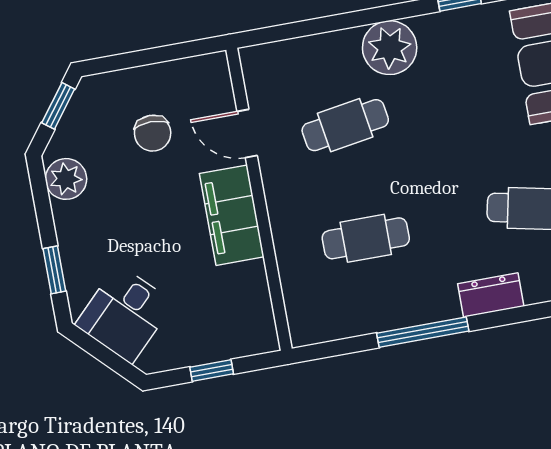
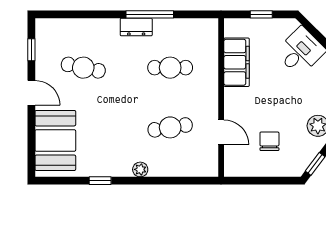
plant: (390, 48) -> (140, 169), width x0.53, depth x0.53
filing cabinet: (232, 215) -> (237, 62), moved
dresser: (491, 295) -> (136, 27), moved

